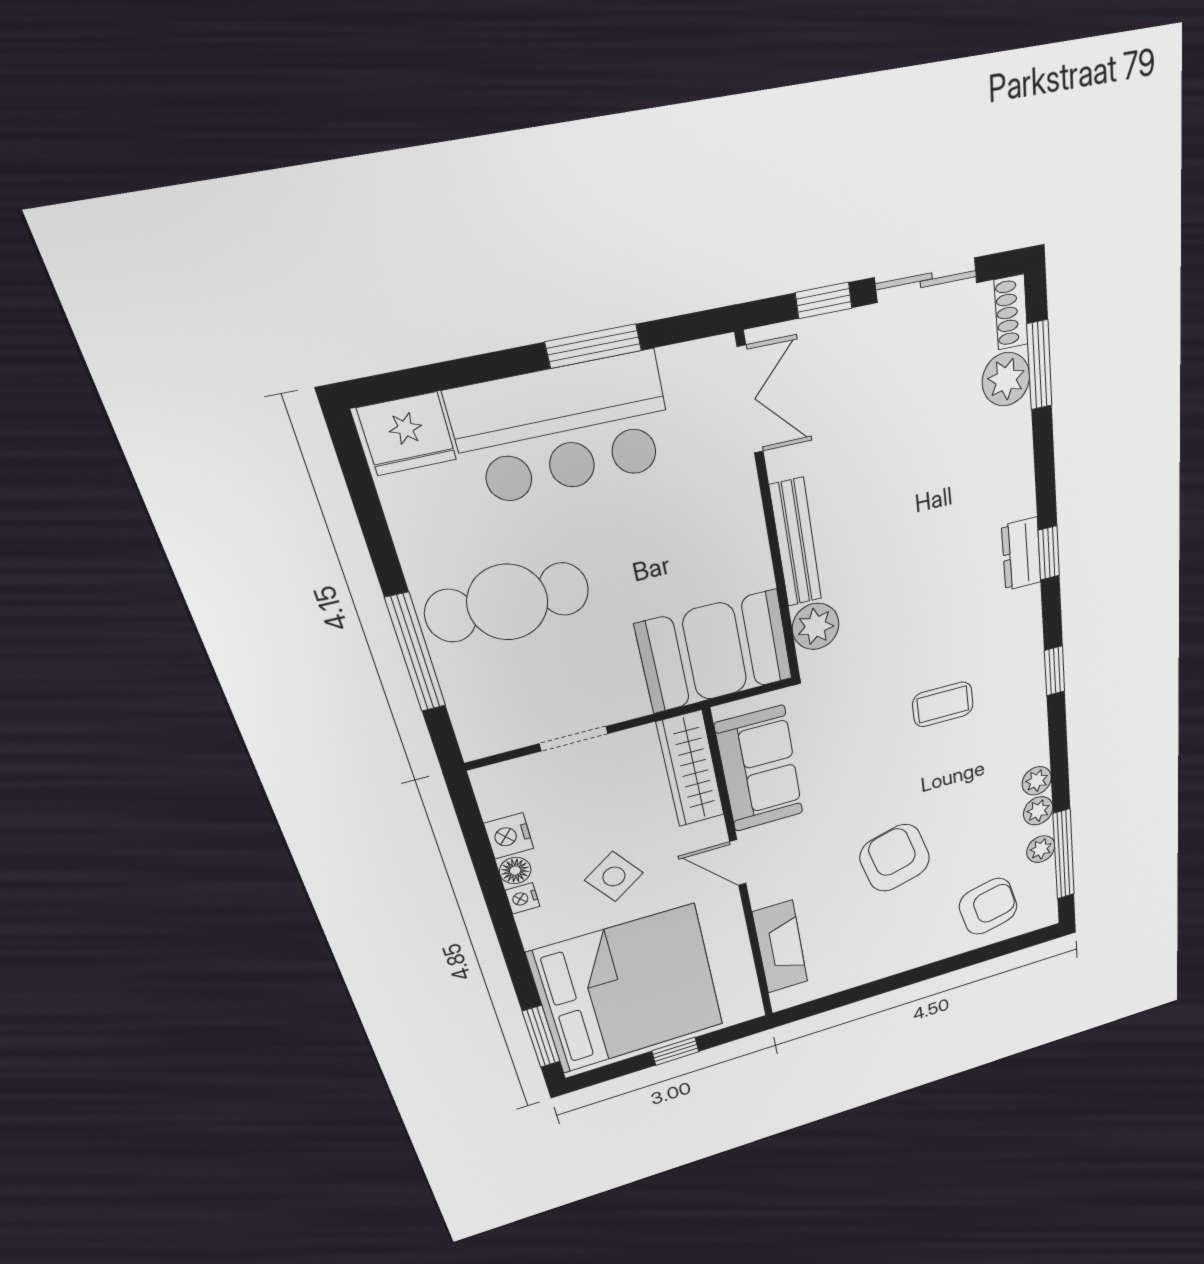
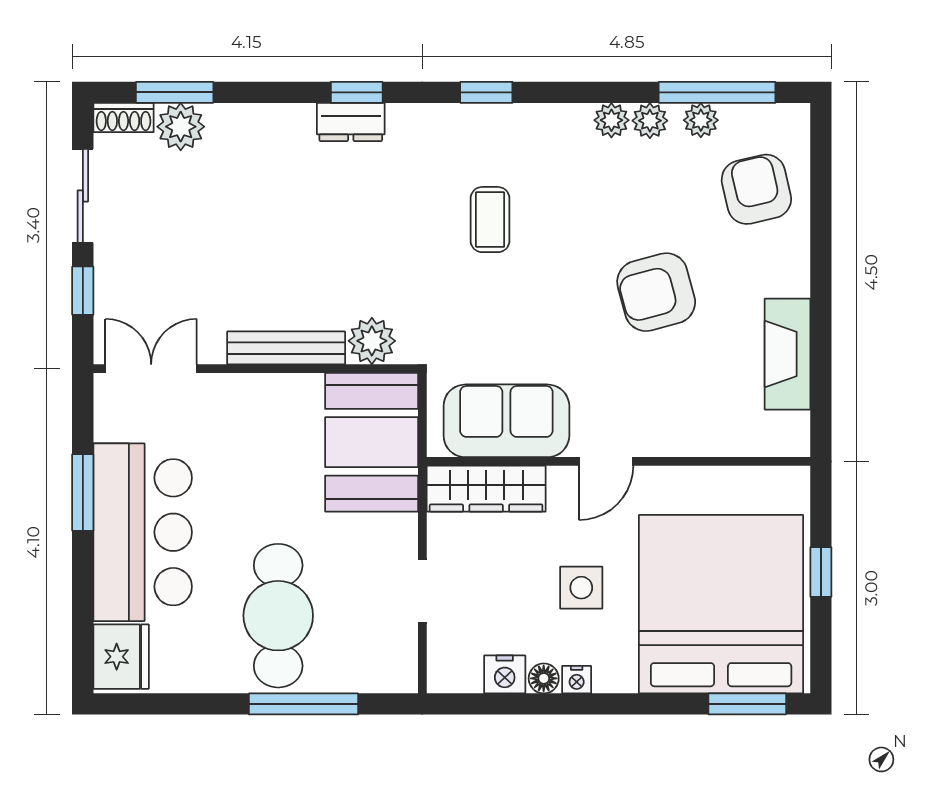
side table: (614, 876) -> (581, 588), turned 35
fireplace: (780, 947) -> (788, 354), moved, turned -90

